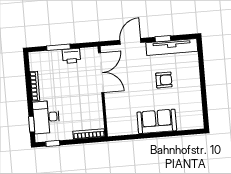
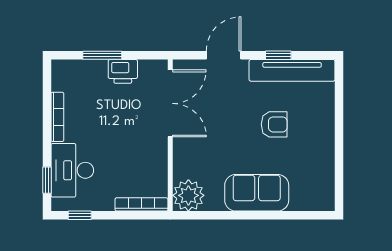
plant: (116, 126) -> (188, 195), added

